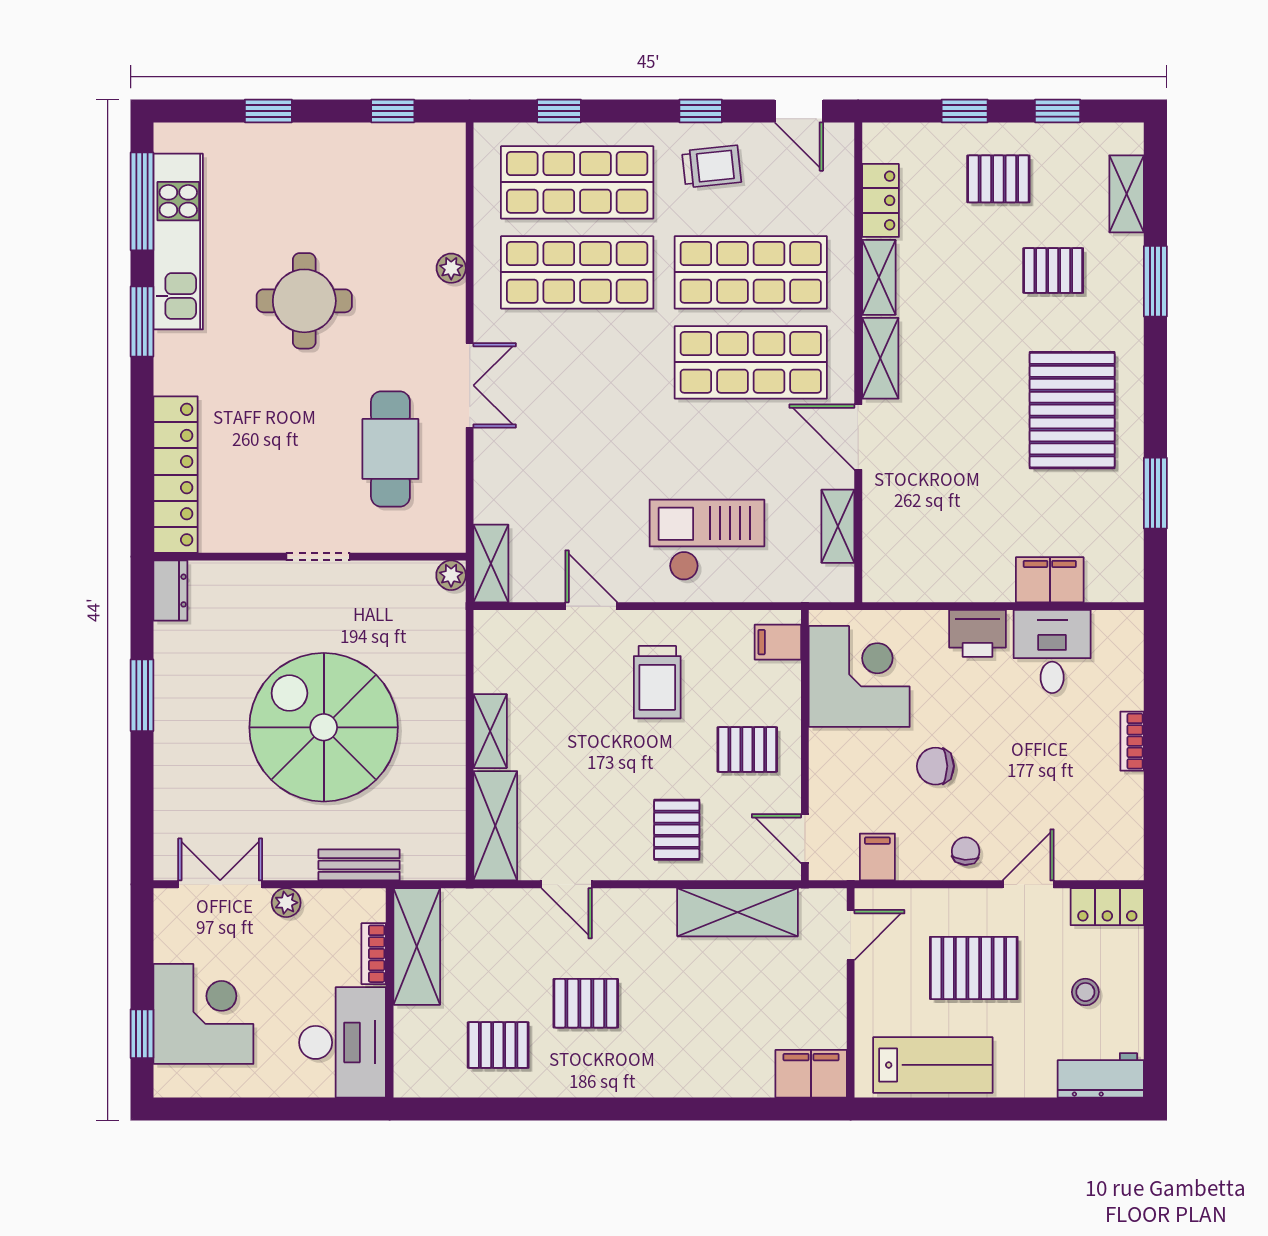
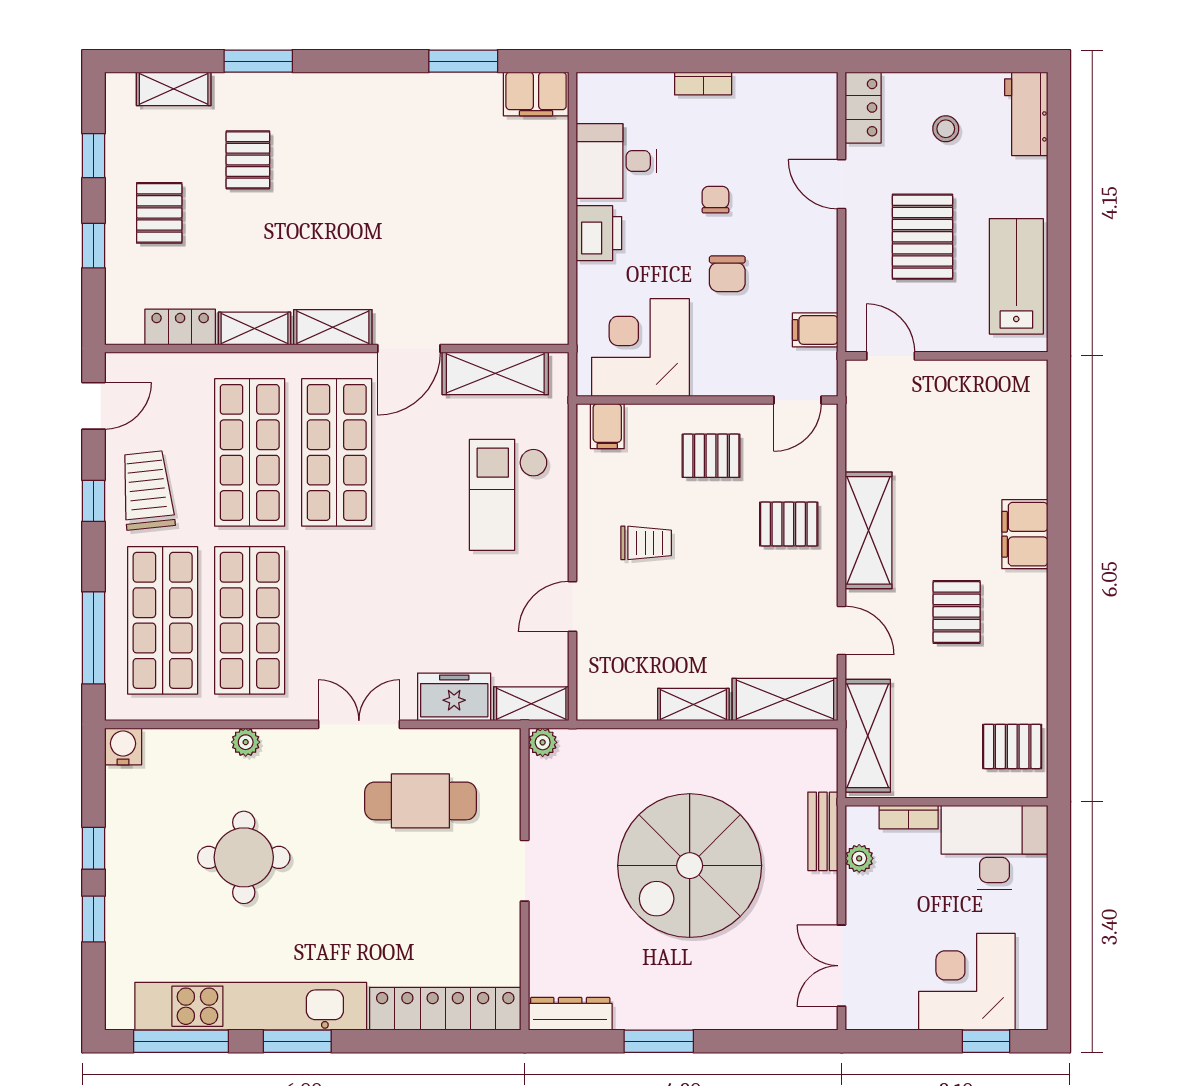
window: (393, 111) -> (94, 848), moved
window: (559, 111) -> (94, 638), width x2.17
water cooler: (447, 141) -> (123, 746), added
trolley: (712, 167) -> (147, 490), width x1.36, depth x1.39
kitchen unit: (178, 242) -> (251, 1006), width x1.36
round table: (304, 301) -> (244, 857), moved
pallet: (1072, 410) -> (383, 142), removed
freezer: (498, 484) -> (454, 697), added
shelving: (838, 526) -> (495, 373), width x1.50, depth x1.33
filing cabinet: (1050, 580) -> (536, 94), moved, turned -90
dresser: (170, 591) -> (570, 1014), width x1.44
trolley: (657, 682) -> (646, 543), width x0.73, depth x0.72
pallet: (747, 749) -> (711, 456), turned 90
chair: (966, 851) -> (715, 200), moved, turned 86
door: (567, 884) -> (842, 631), hinge flipped
plant: (286, 903) -> (859, 858), moved
shelving: (738, 912) -> (869, 530), moved
shelving: (417, 946) -> (868, 736), moved, turned 90
pallet: (498, 1045) -> (1012, 746), moved, turned 90
filing cabinet: (811, 1074) -> (1025, 534), moved

